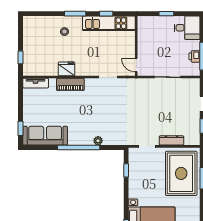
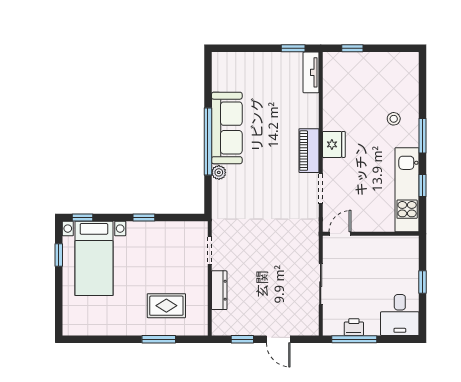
fridge: (67, 69) -> (334, 144), moved
piano: (70, 84) -> (309, 151), moved
window: (20, 128) -> (293, 48), moved
sofa: (45, 136) -> (227, 128), moved
window: (126, 170) -> (144, 217), moved
rug: (181, 173) -> (166, 306), width x0.54, depth x0.49

